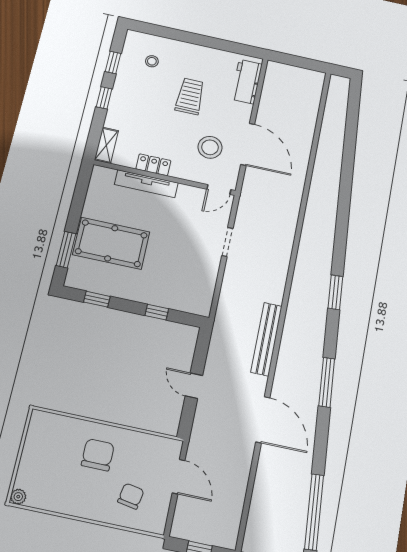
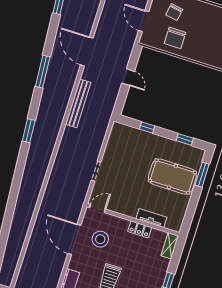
tv unit: (146, 184) -> (151, 218), width x0.71
chair: (98, 455) -> (175, 38), moved

